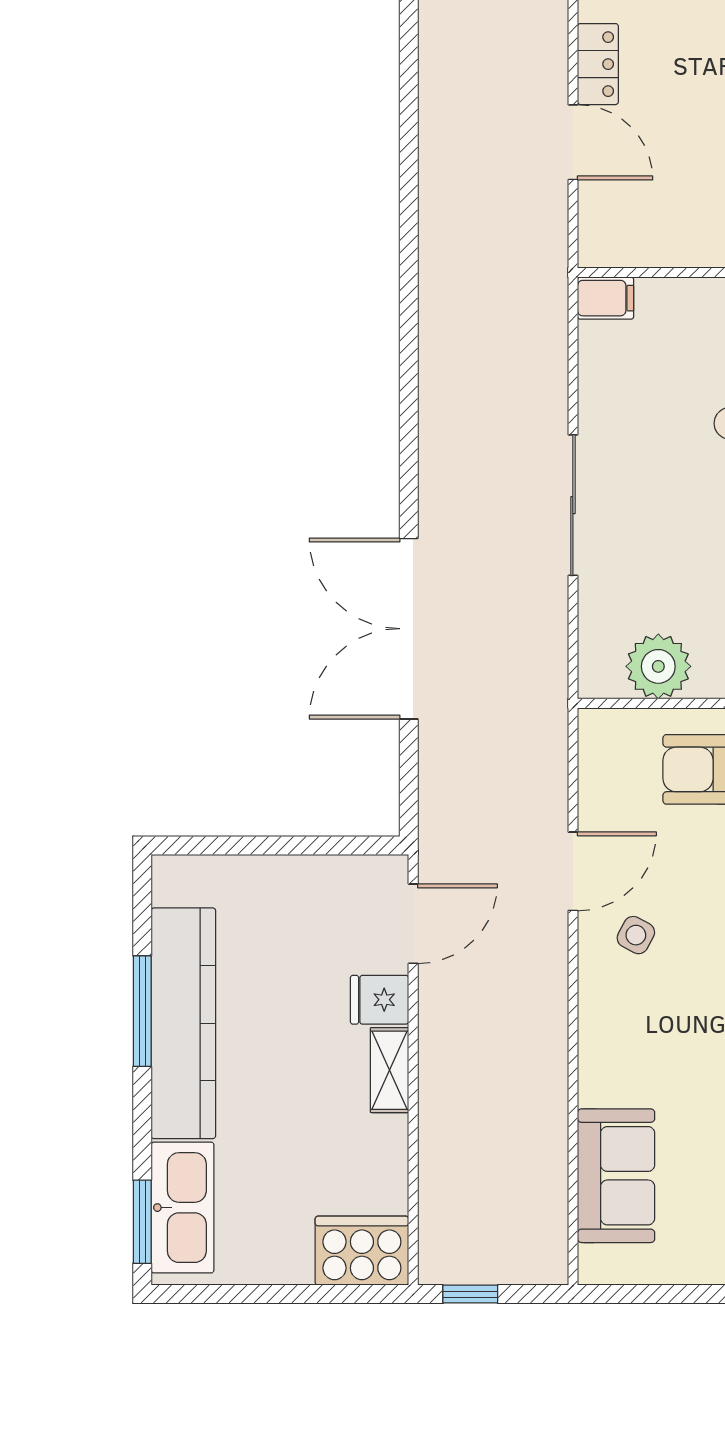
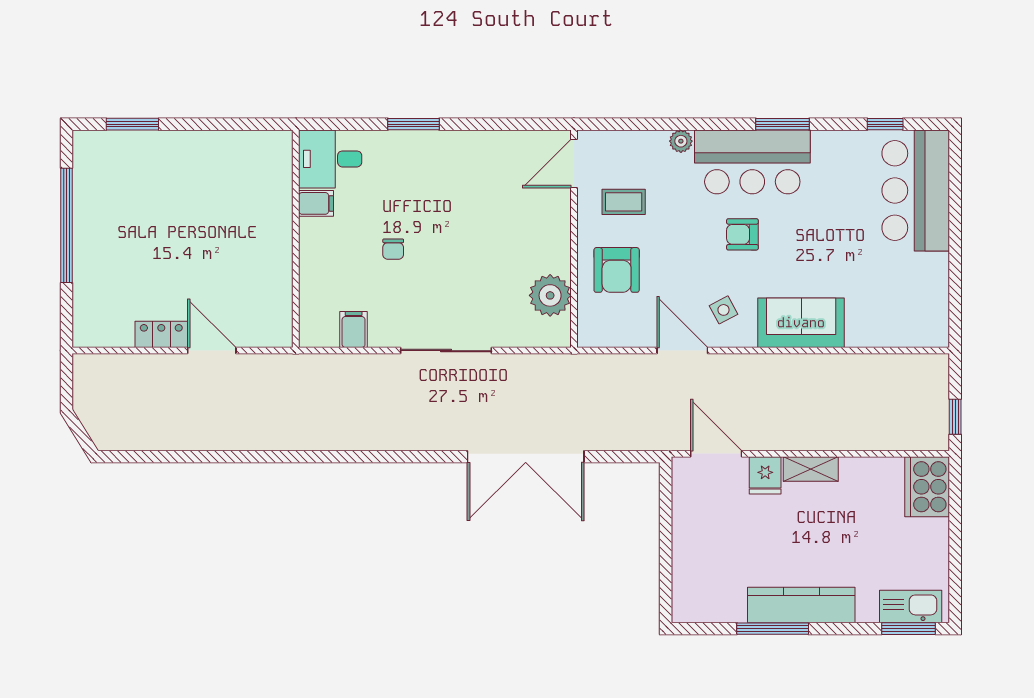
door: (573, 142) -> (212, 351), hinge flipped
filing cabinet: (606, 298) -> (354, 329), moved
side table: (636, 935) -> (723, 310), turned 34
kitchen counter: (183, 1023) -> (801, 605), width x0.72, depth x0.86
sofa: (616, 1176) -> (801, 323), moved
kitchen sink: (182, 1208) -> (911, 607), width x0.73, depth x0.81

